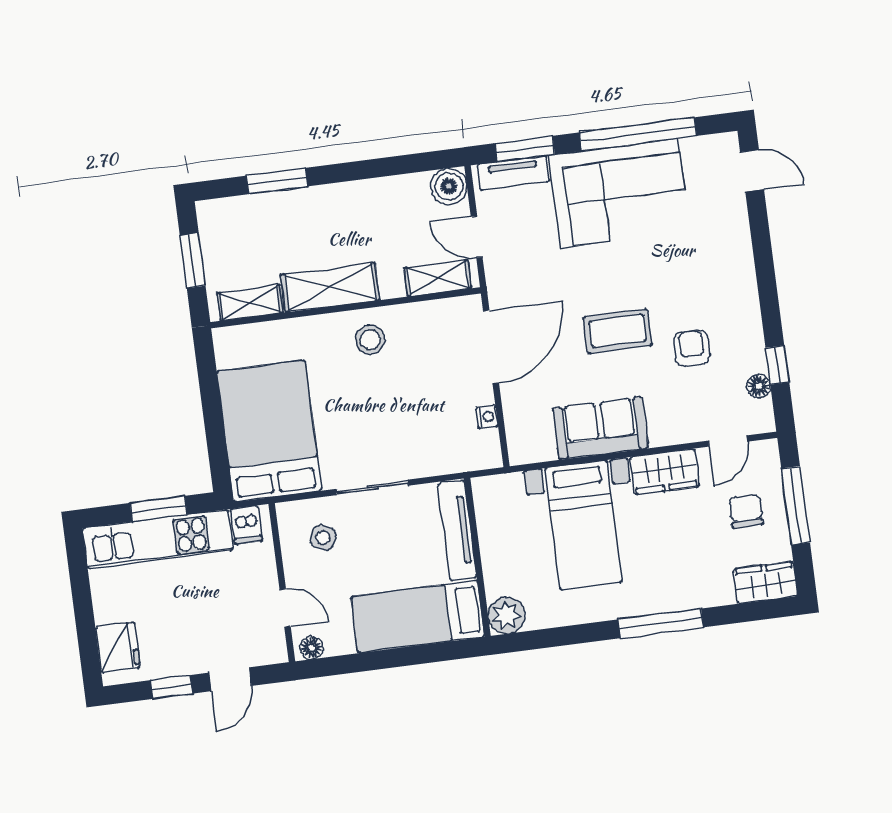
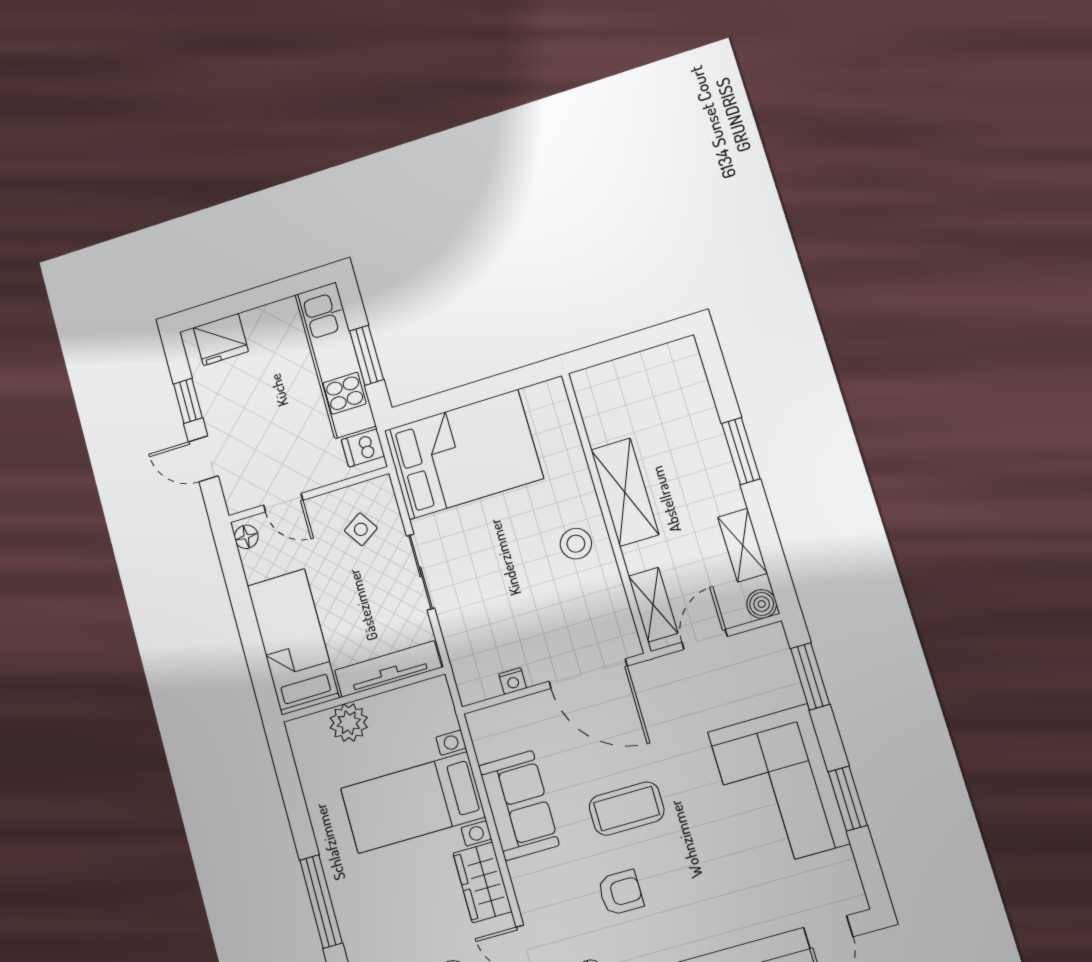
window: (638, 134) -> (848, 798), width x0.47
tv unit: (513, 173) -> (781, 668), removed
window: (277, 181) -> (741, 451), moved
boiler: (449, 186) -> (762, 604), width x0.73, depth x0.73
window: (193, 261) -> (631, 344), removed
shelving: (250, 303) -> (743, 545), moved
coffee table: (618, 331) -> (627, 809), turned 90
side table: (323, 538) -> (361, 529), turned 31
door: (285, 608) -> (283, 503), hinge flipped
plant: (506, 616) -> (349, 723), moved

